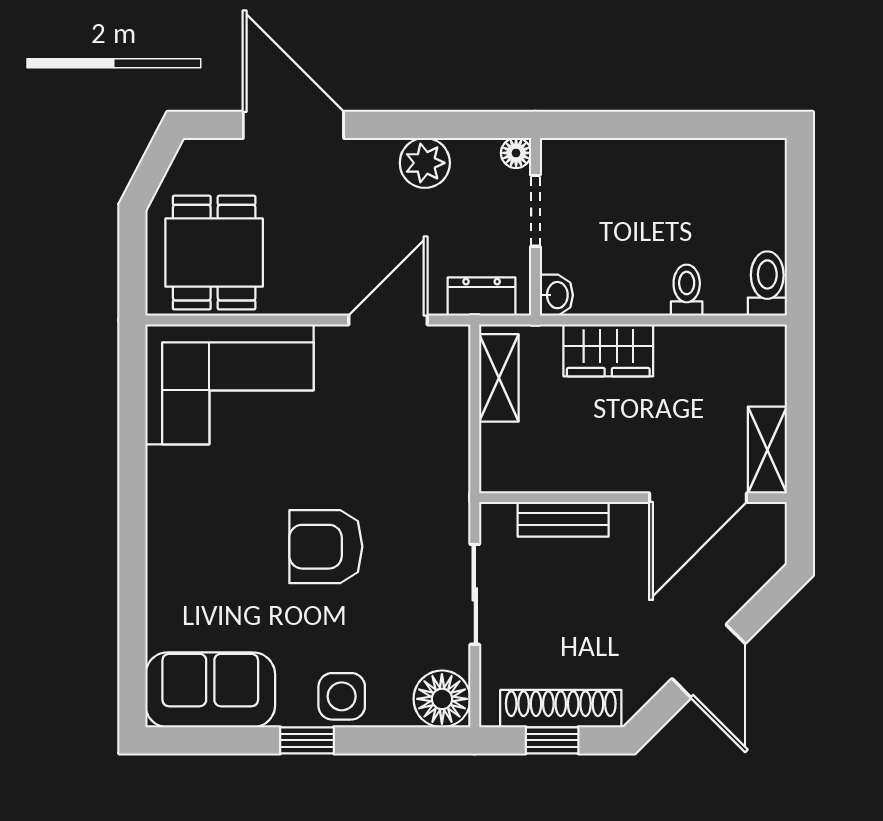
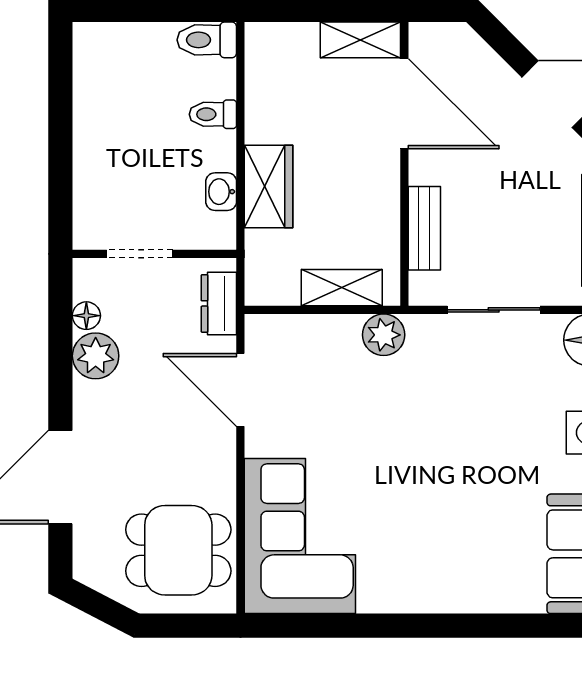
floor lamp: (516, 153) -> (86, 316), moved
washbasin: (556, 295) -> (221, 192), moved, turned -90
shelving: (499, 378) -> (342, 288), moved
plant: (448, 475) -> (384, 335), added
armchair: (326, 547) -> (450, 447), removed

